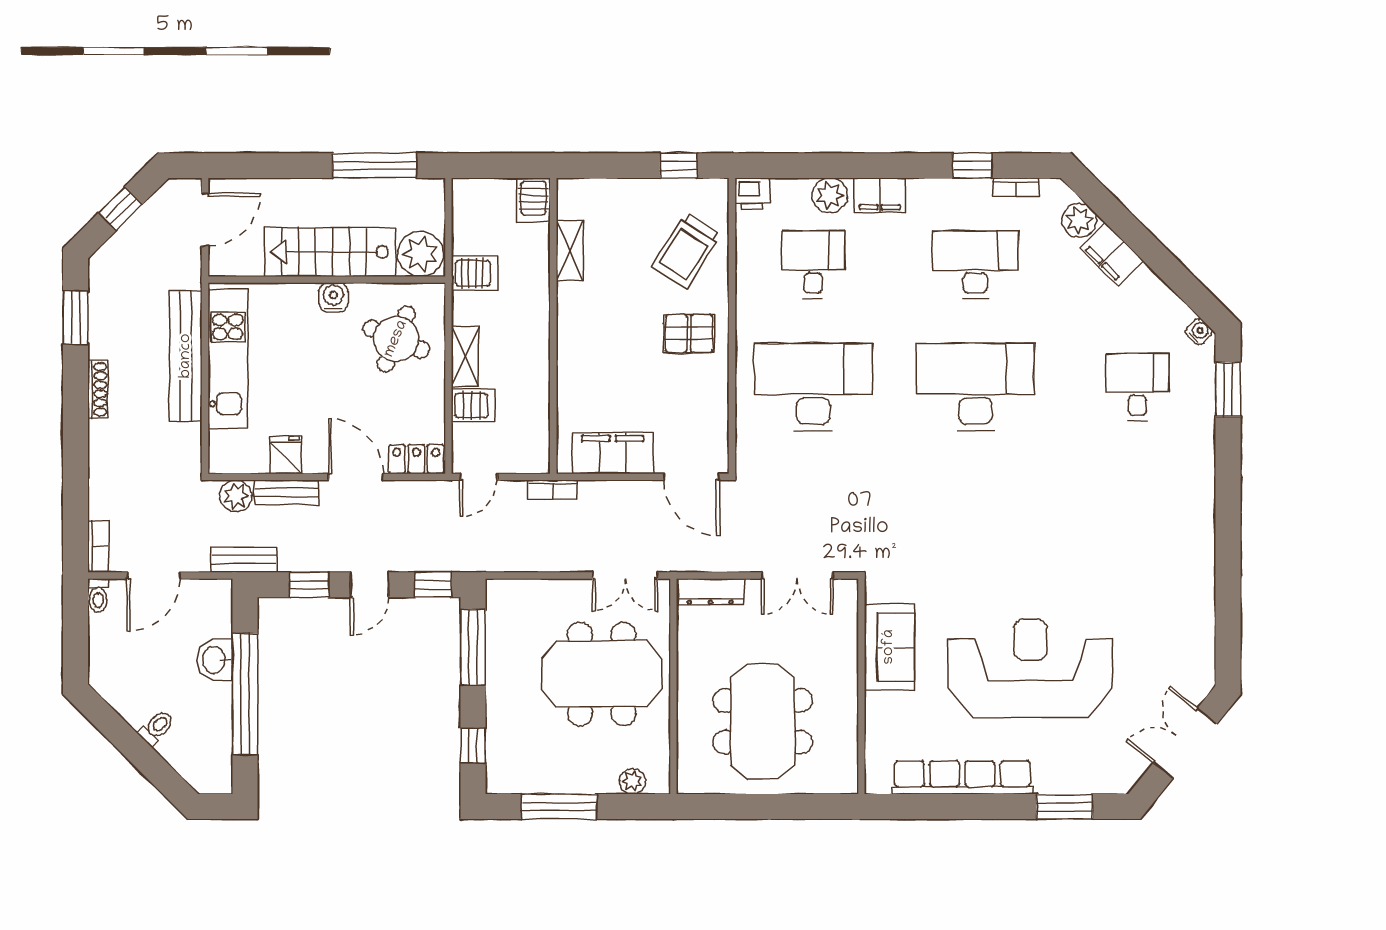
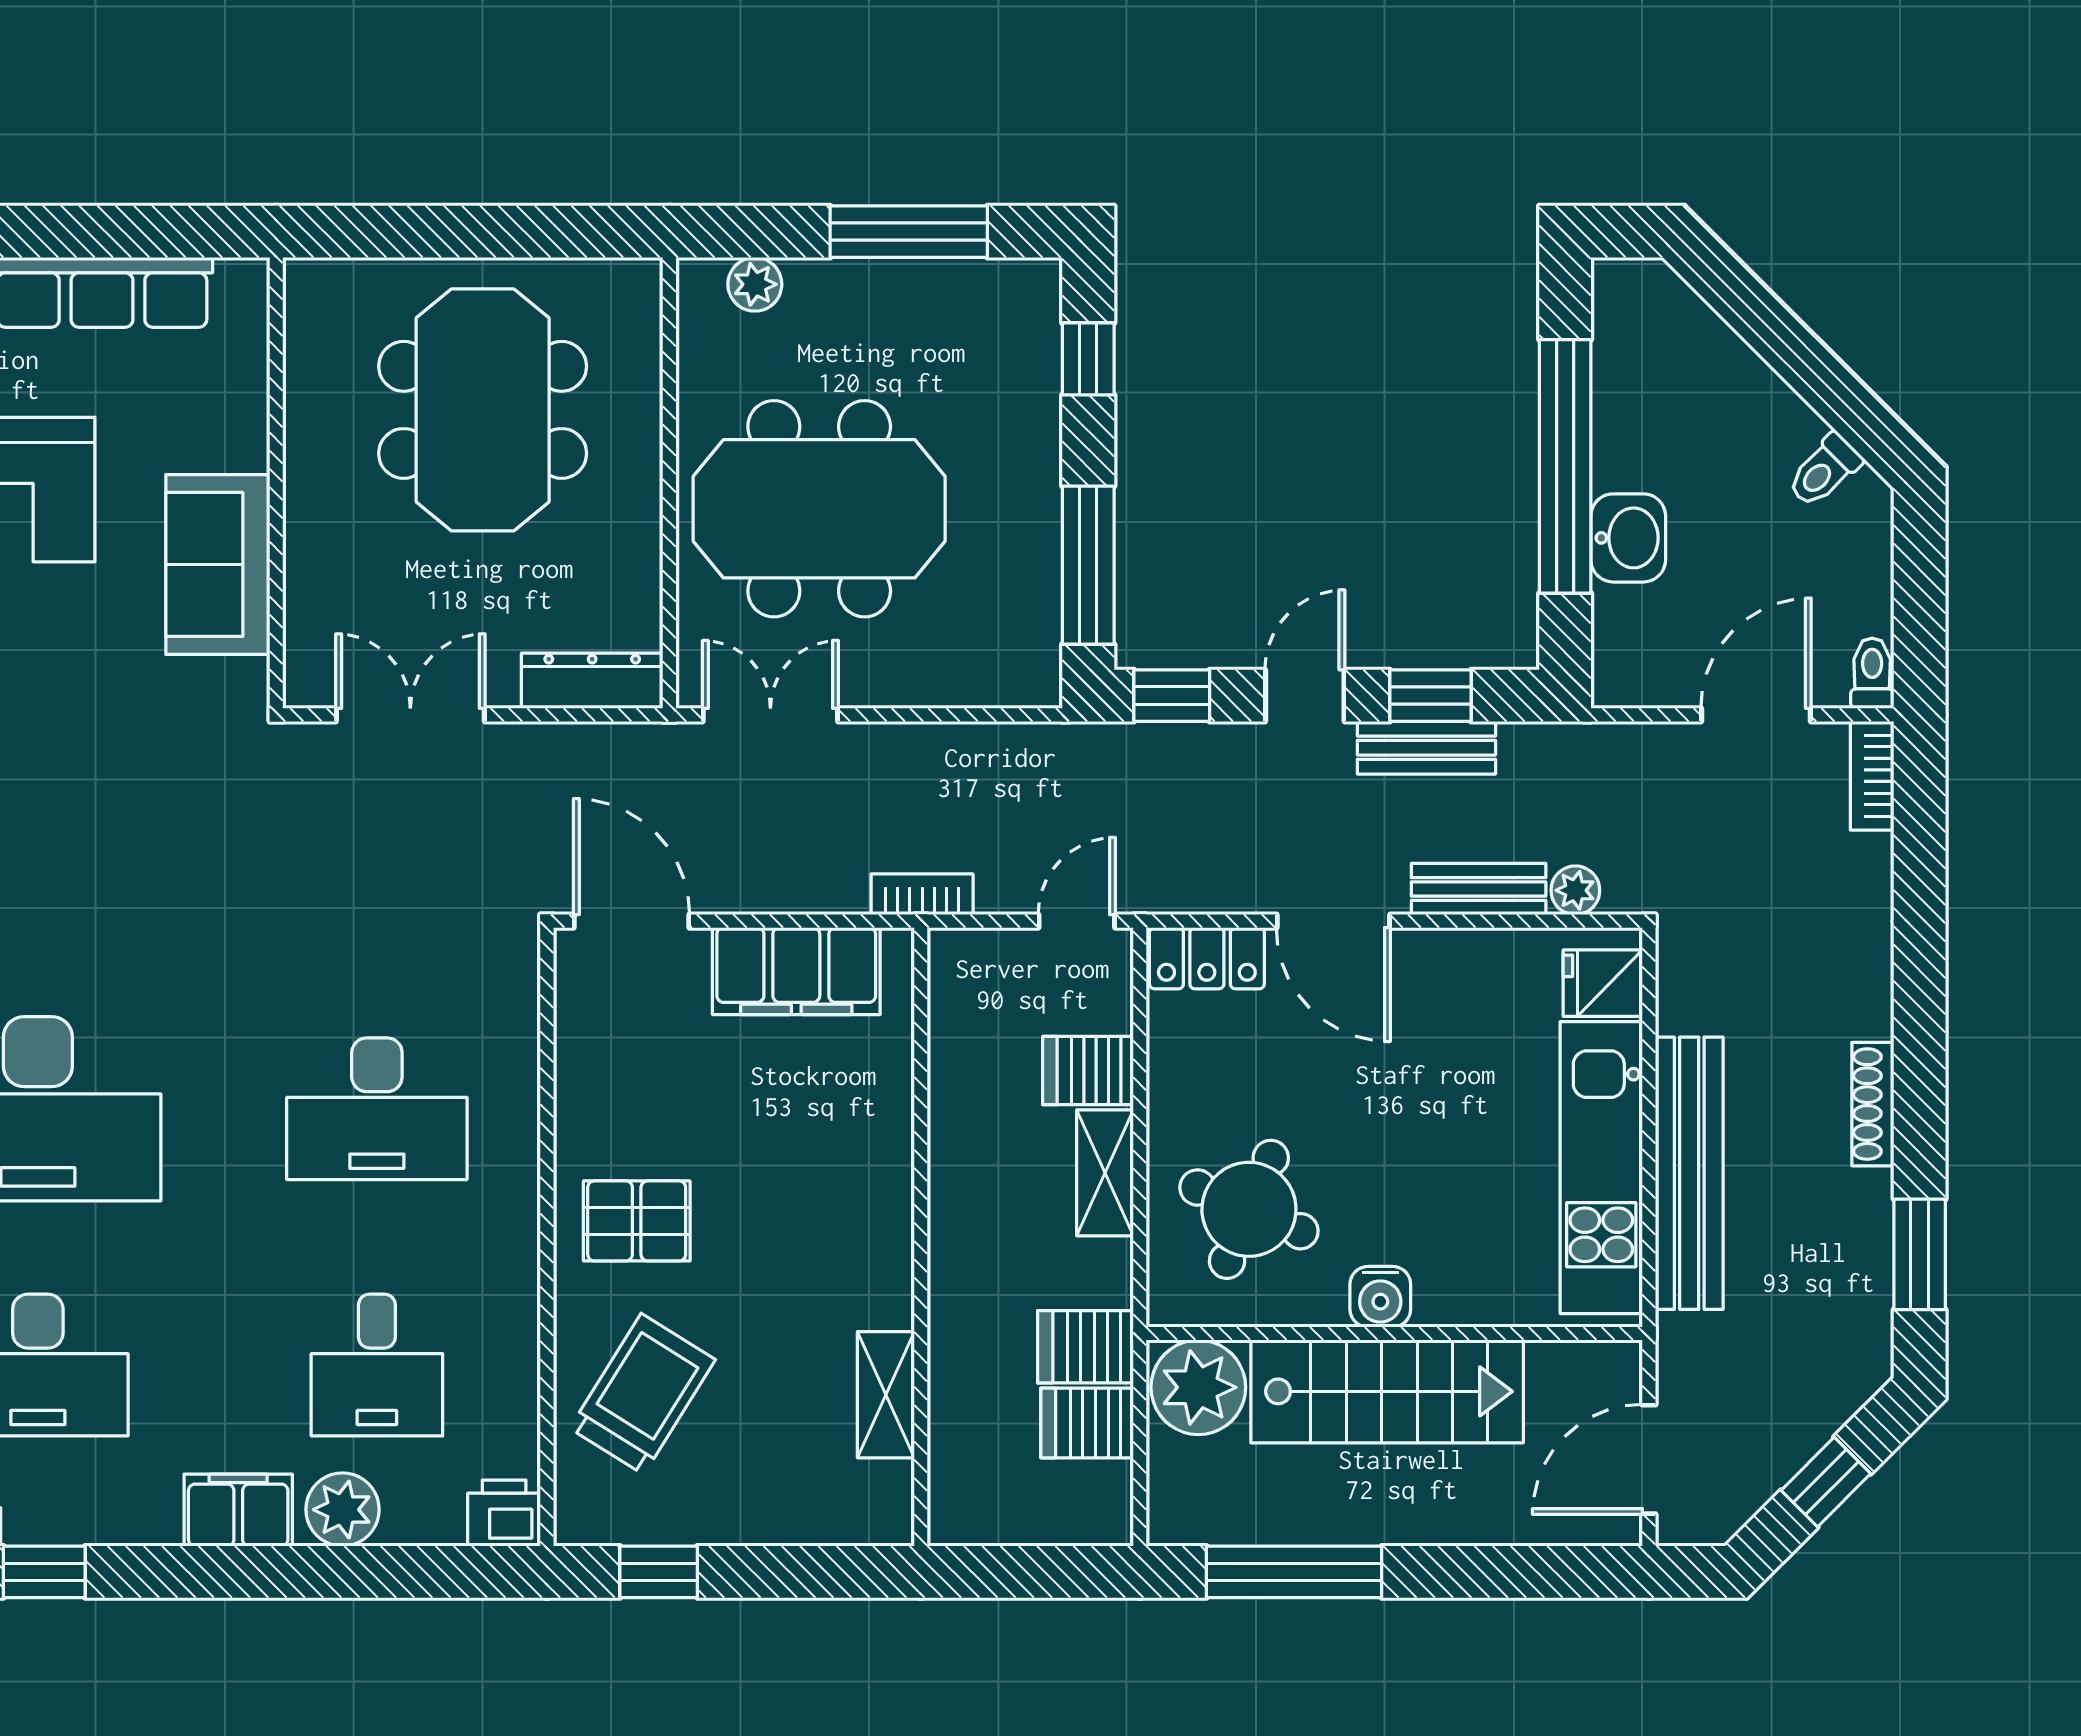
server rack: (533, 200) -> (1087, 1423), moved, turned -90
desk: (813, 387) -> (377, 1109), width x0.73, depth x0.77
fridge: (286, 455) -> (1603, 983), moved, turned 90
plant: (236, 496) -> (1575, 890), width x0.73, depth x0.73
bench: (244, 560) -> (1426, 748), moved
toilet: (157, 728) -> (1824, 471), moved

